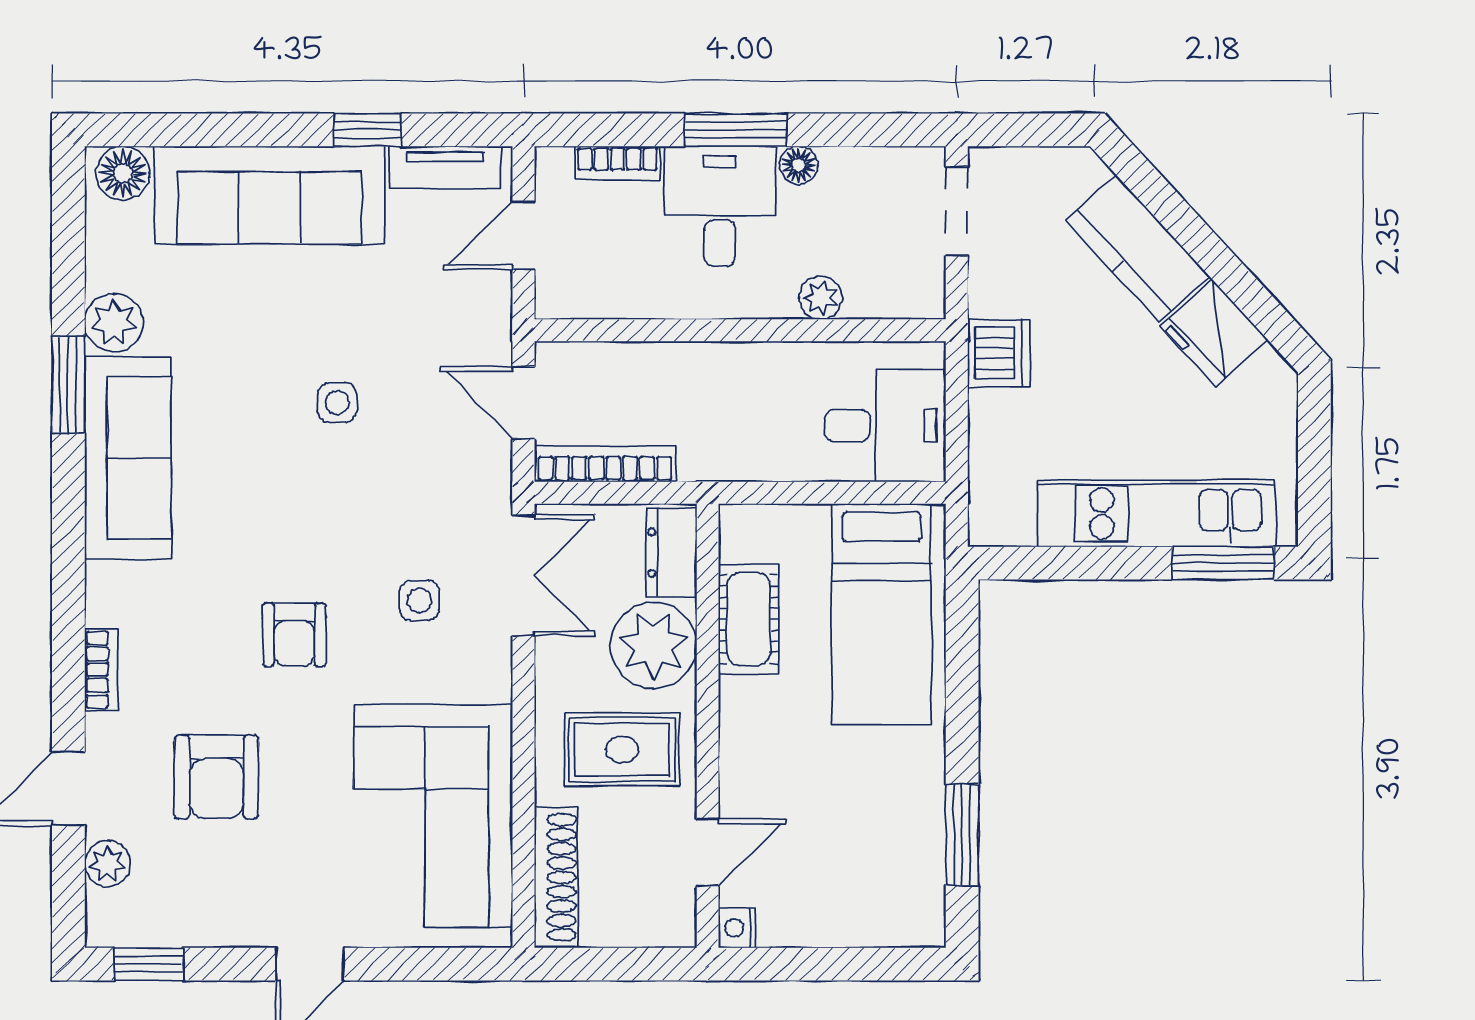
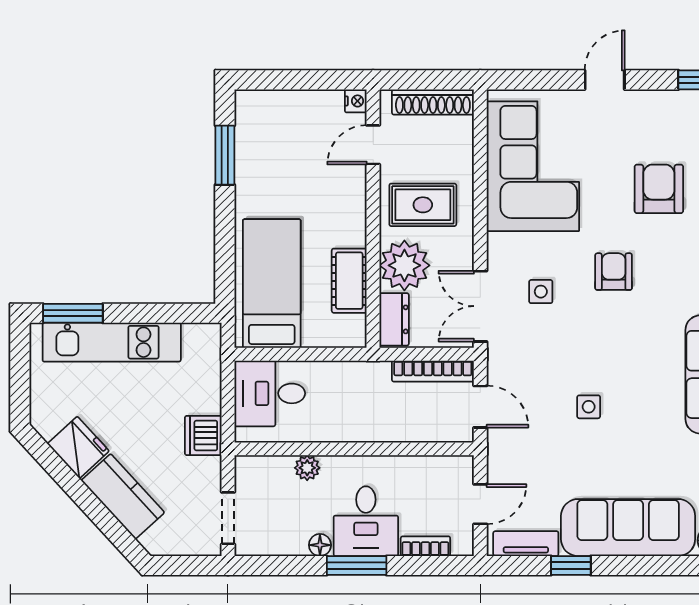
shoe rack: (556, 877) -> (433, 102), moved, turned -90

